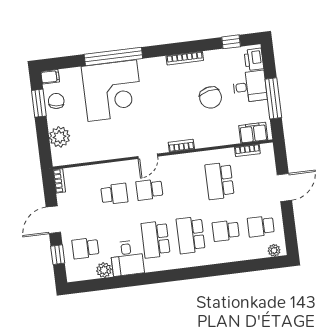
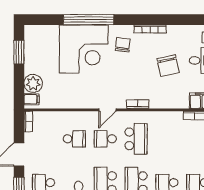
window: (231, 42) -> (192, 20), removed
filing cabinet: (50, 77) -> (32, 99), moved
chair: (56, 101) -> (123, 45), moved
school desk: (220, 181) -> (136, 139), moved, turned 180

